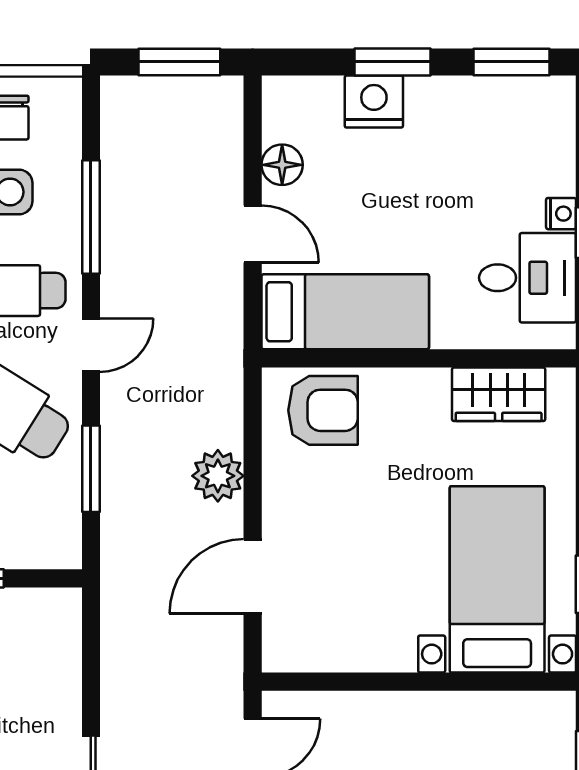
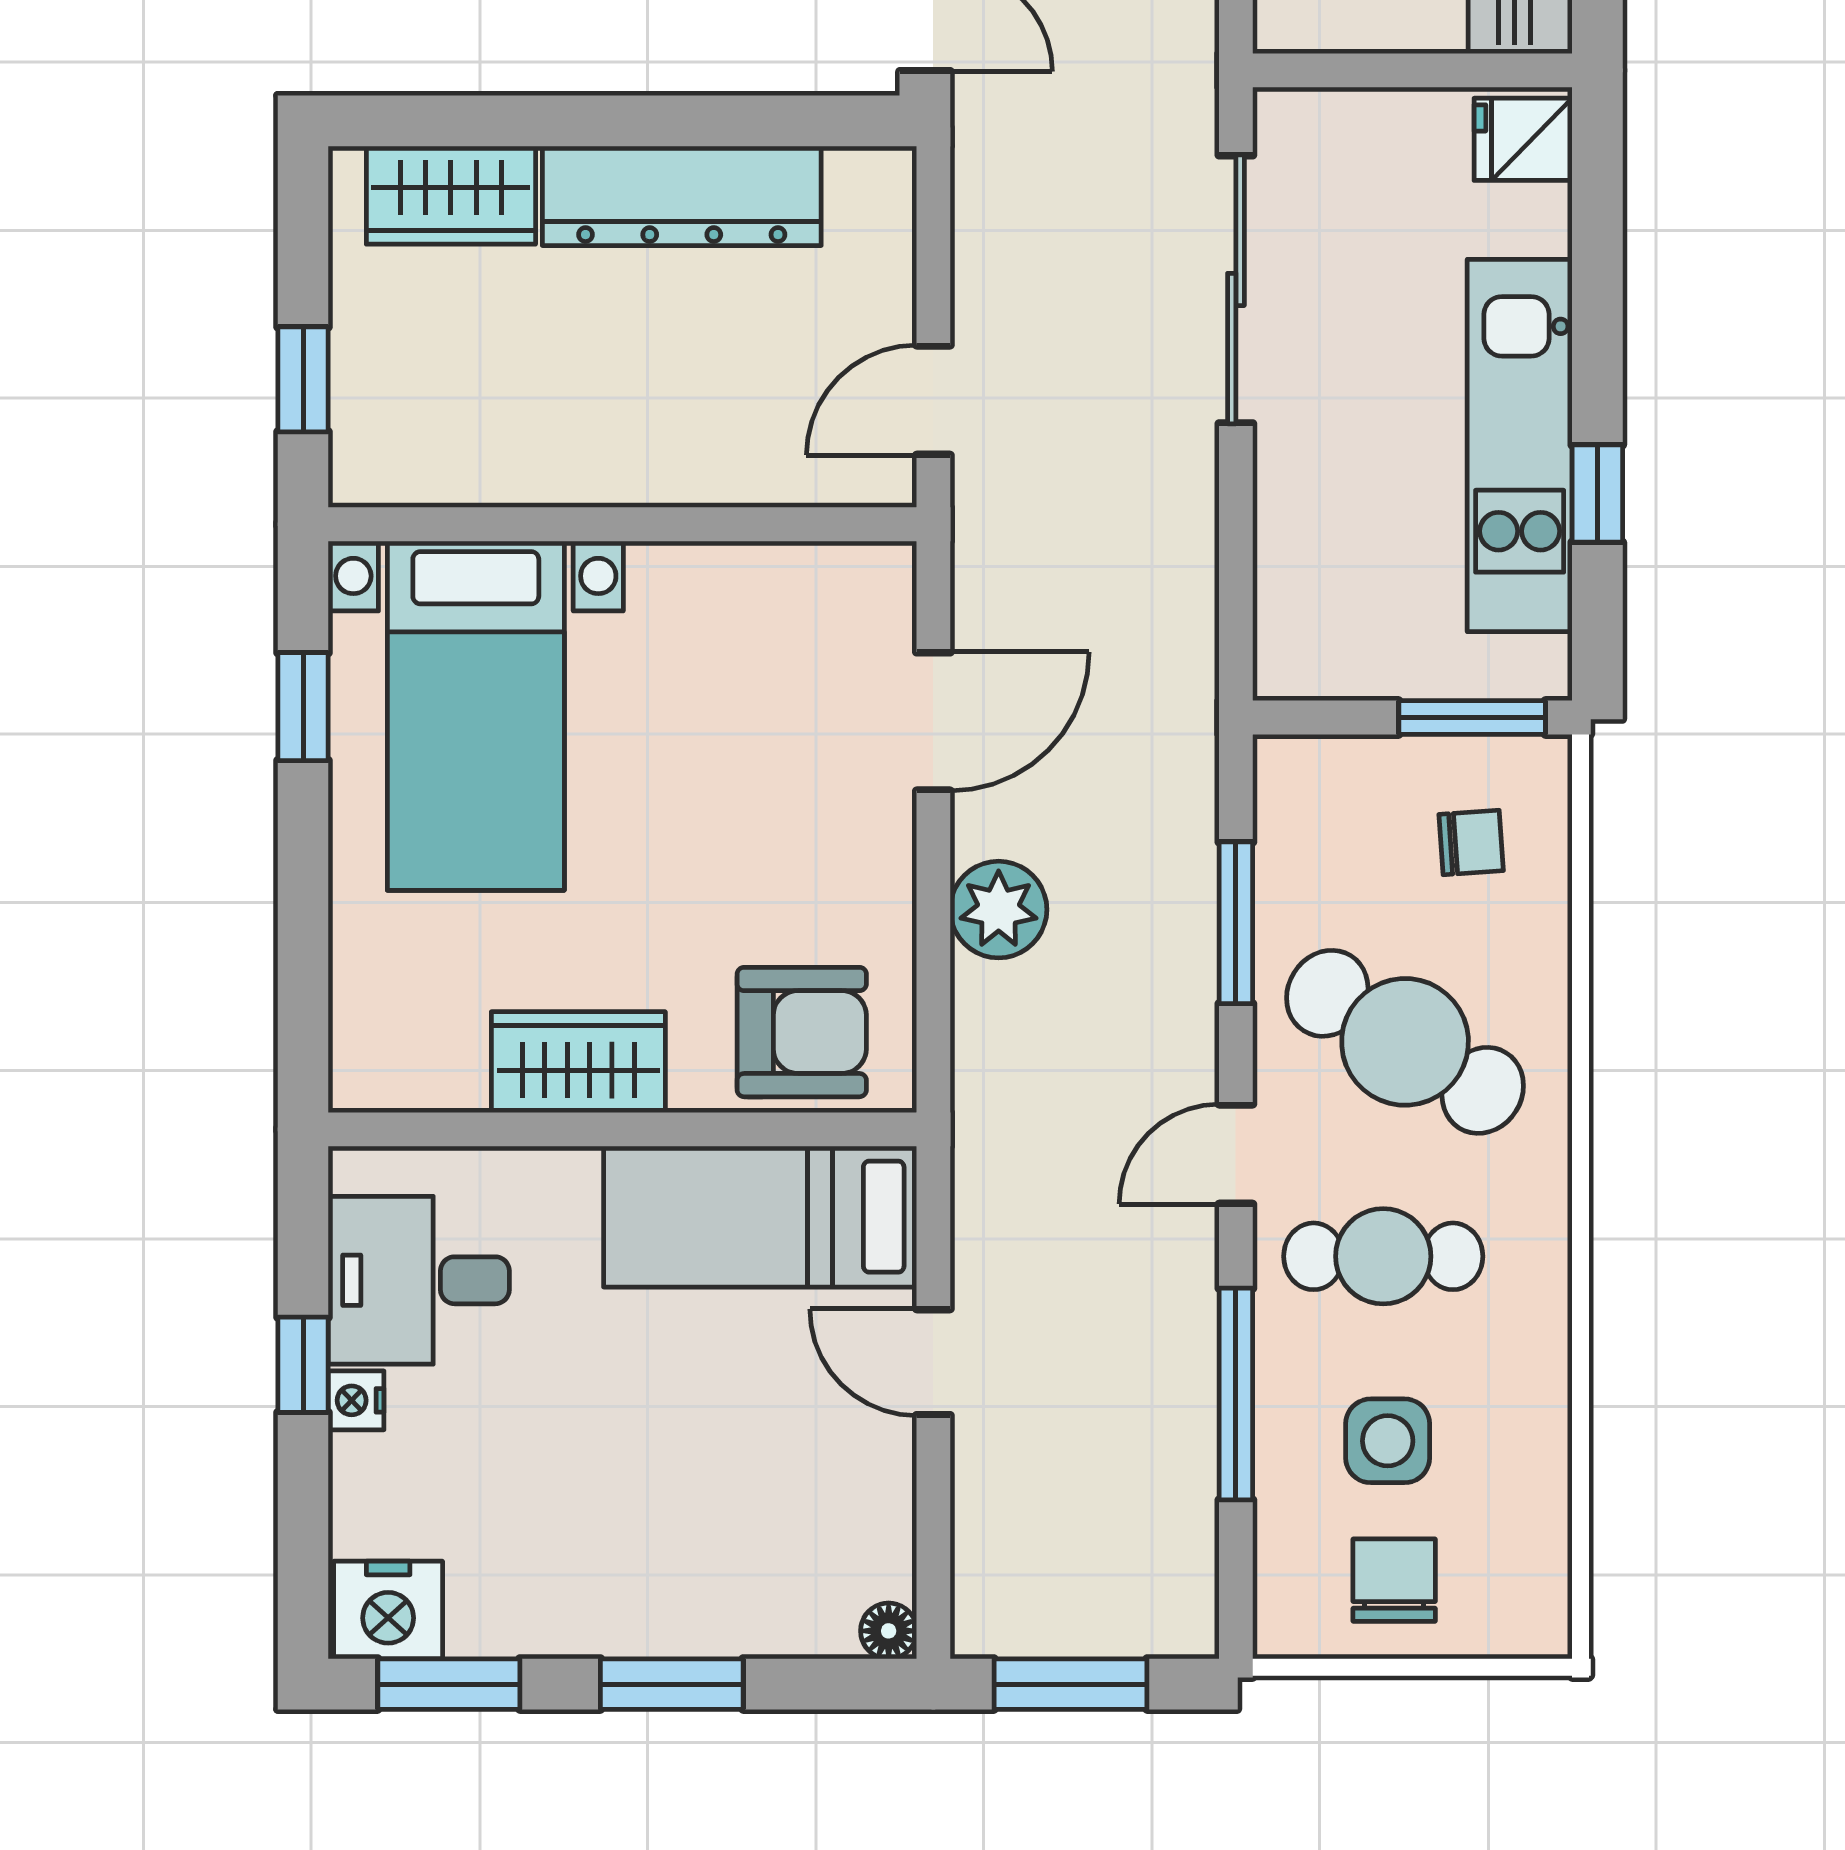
nightstand: (374, 102) -> (388, 1610), moved
floor lamp: (282, 165) -> (889, 1631), moved, width x0.73, depth x0.73
wardrobe: (499, 394) -> (578, 1062), moved
armchair: (323, 410) -> (802, 1032), turned 180

